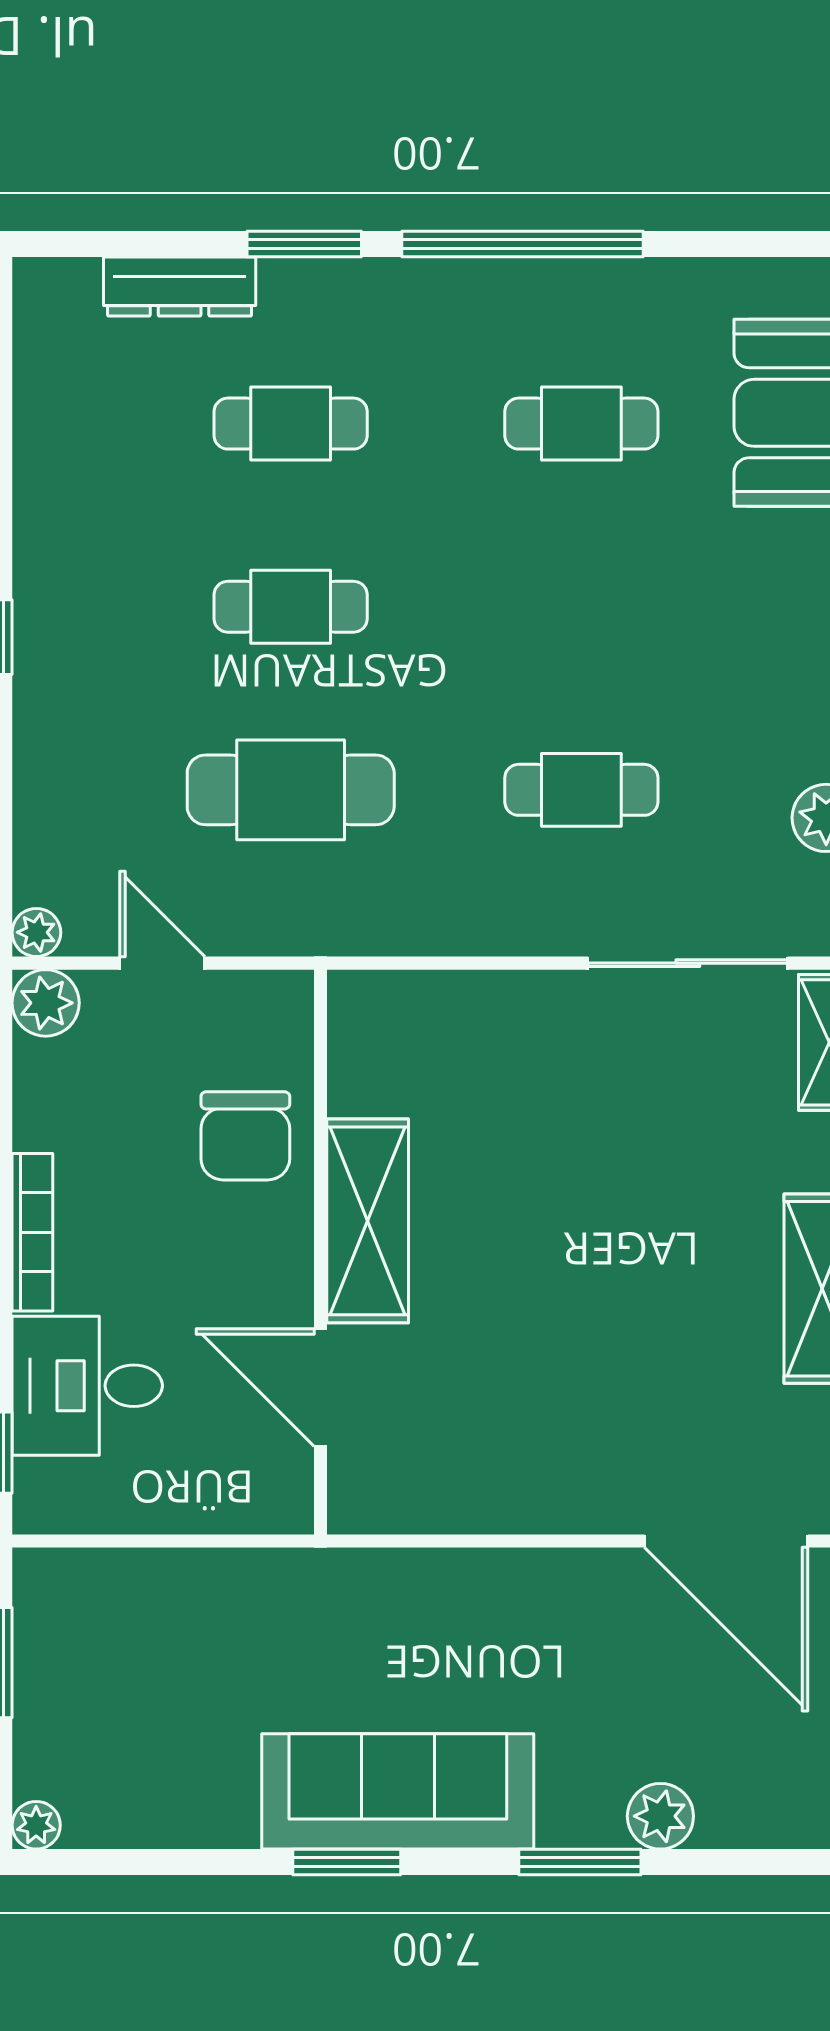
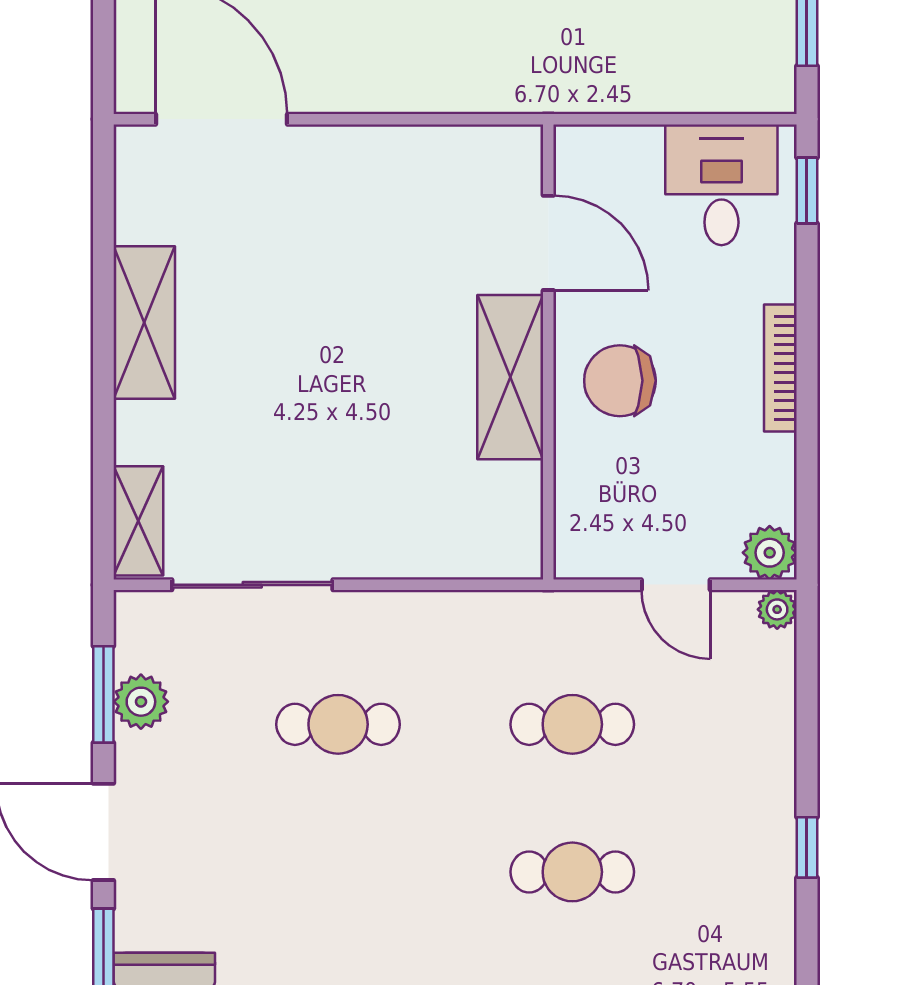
cafe table: (291, 790) -> (572, 724), width x0.73, depth x0.74
chair: (245, 1136) -> (620, 381), moved, turned -90
desk: (87, 1386) -> (721, 185), moved, turned -90

